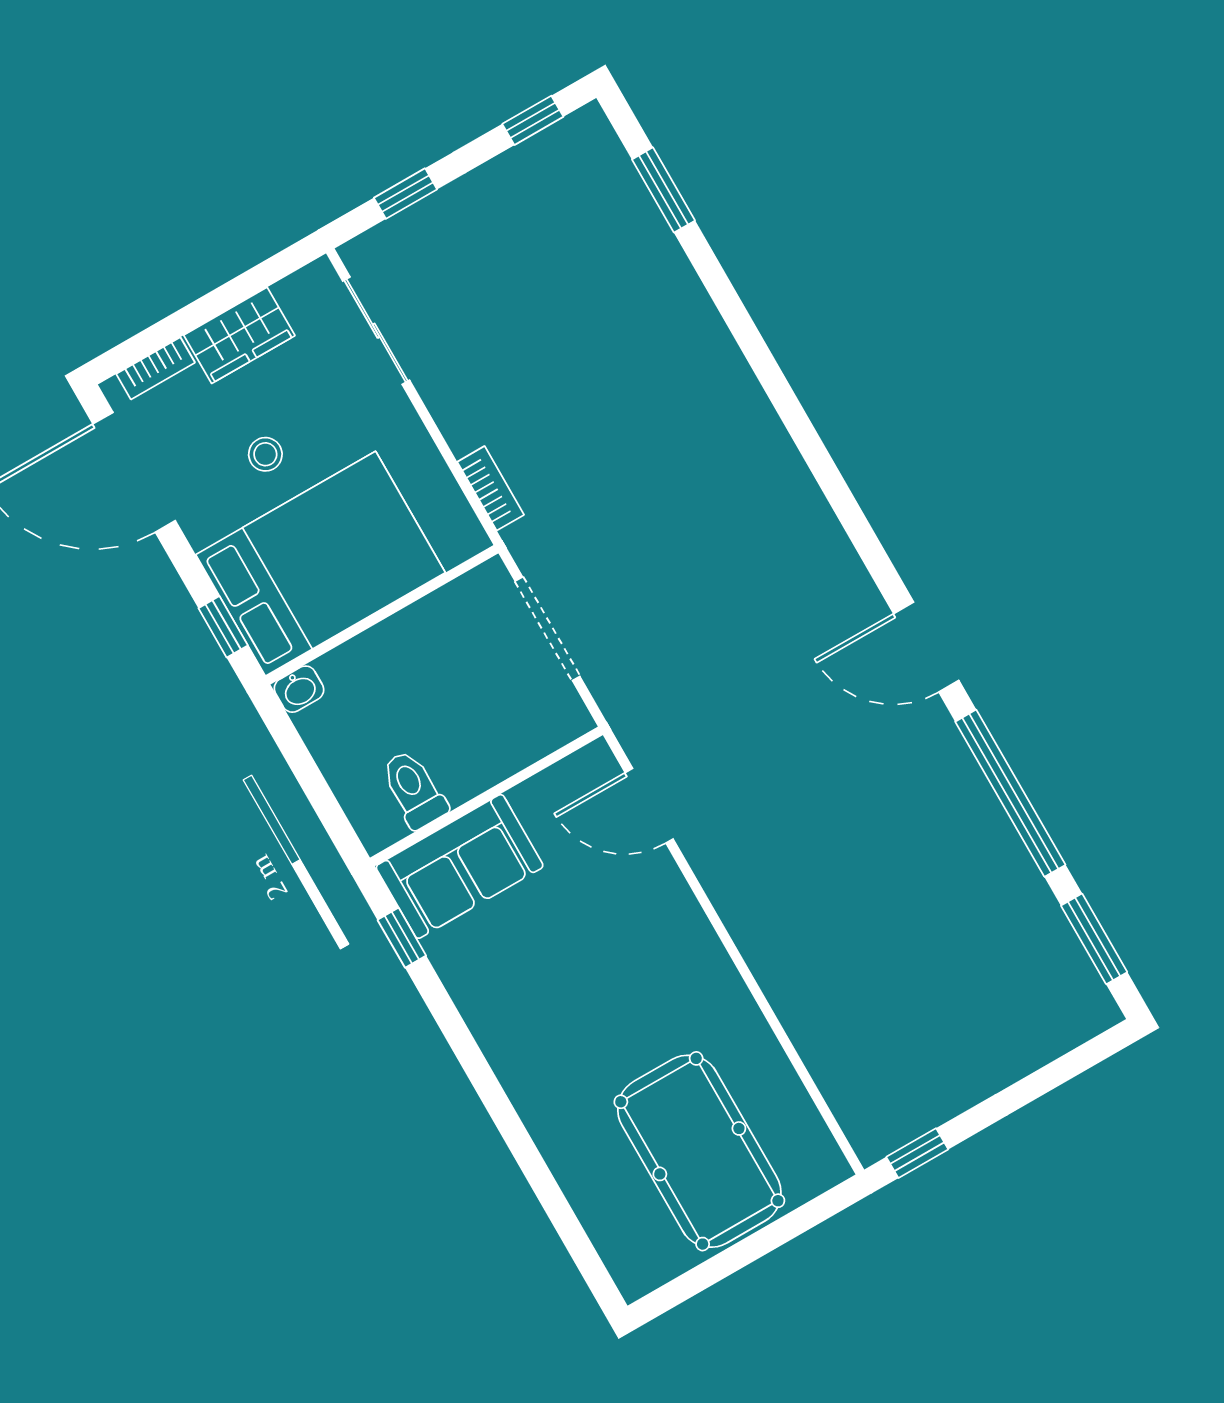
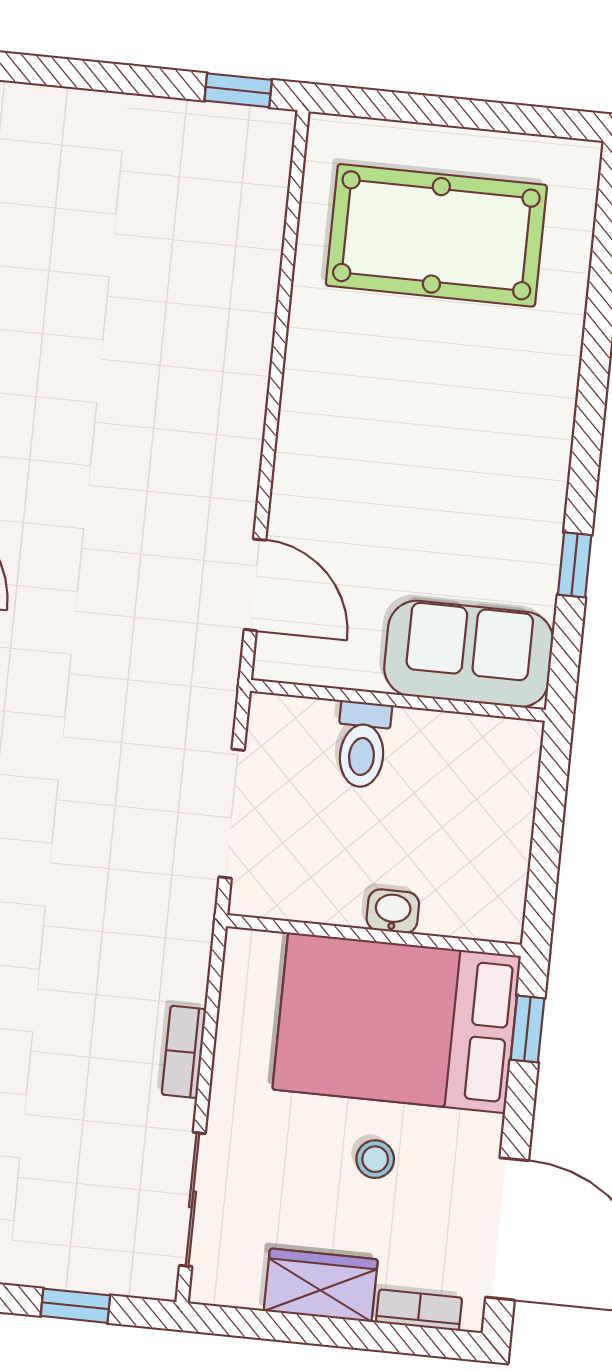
bookcase: (491, 488) -> (184, 1052), moved
washbasin: (299, 689) -> (393, 911), moved
toilet: (414, 789) -> (363, 745), moved
window: (402, 938) -> (575, 565), moved
pool table: (699, 1151) -> (436, 235), turned 90

